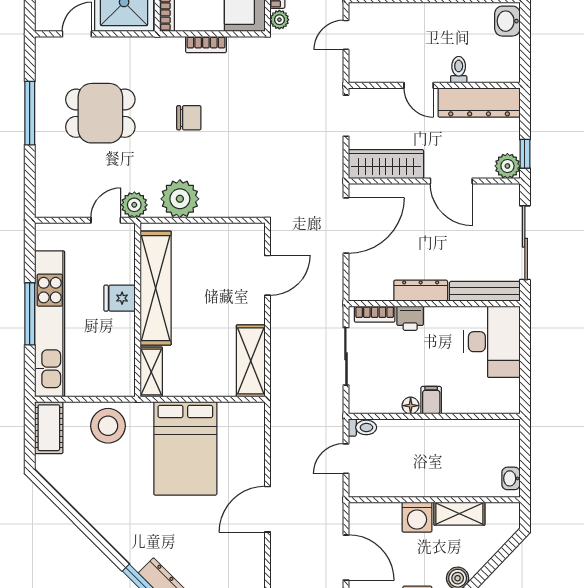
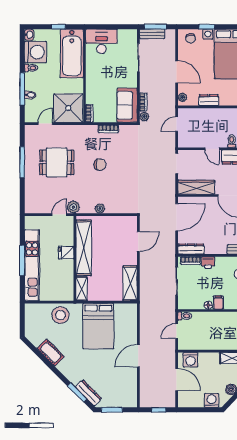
plant: (180, 199) -> (100, 209), width x0.53, depth x0.53
dresser: (421, 291) -> (191, 249), moved
cot: (49, 428) -> (51, 353), moved, turned -45
washing machine: (417, 517) -> (191, 360), moved

